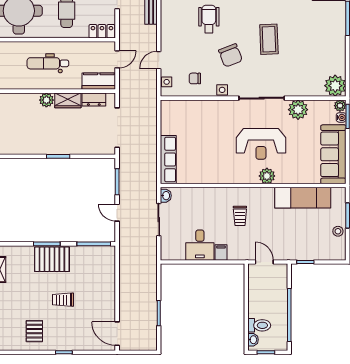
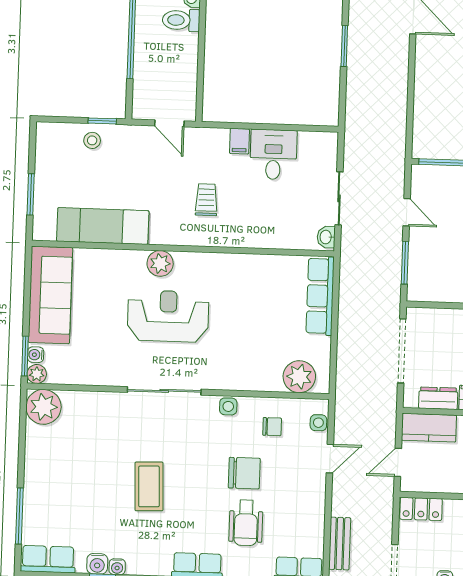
chair: (230, 55) -> (244, 473), moved, turned 111
plant: (298, 110) -> (299, 377), moved
stool: (338, 231) -> (92, 140), moved

